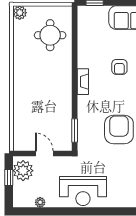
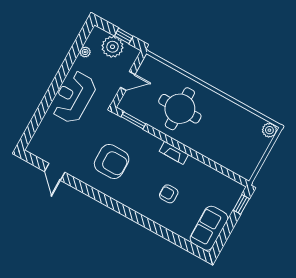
round table: (50, 35) -> (180, 109), moved, width x1.36, depth x1.36
plant: (23, 171) -> (112, 47), moved

